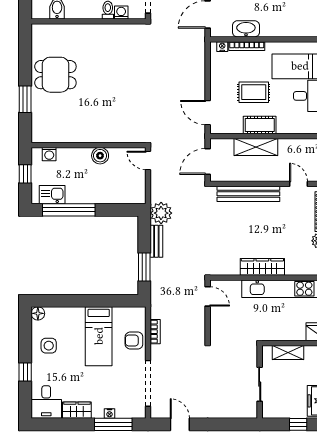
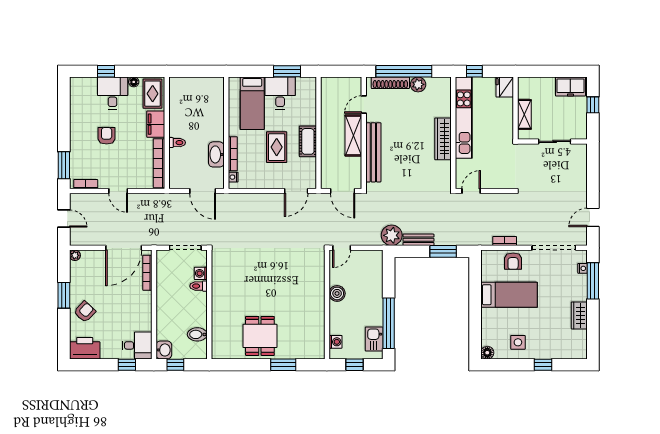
shelving: (256, 147) -> (353, 136), moved
desk: (46, 402) -> (572, 345), removed
nightstand: (109, 413) -> (583, 268), moved

